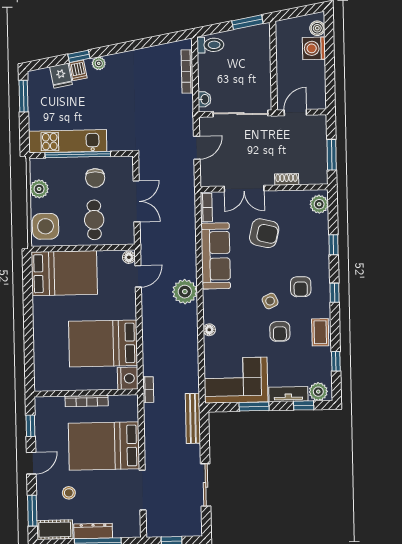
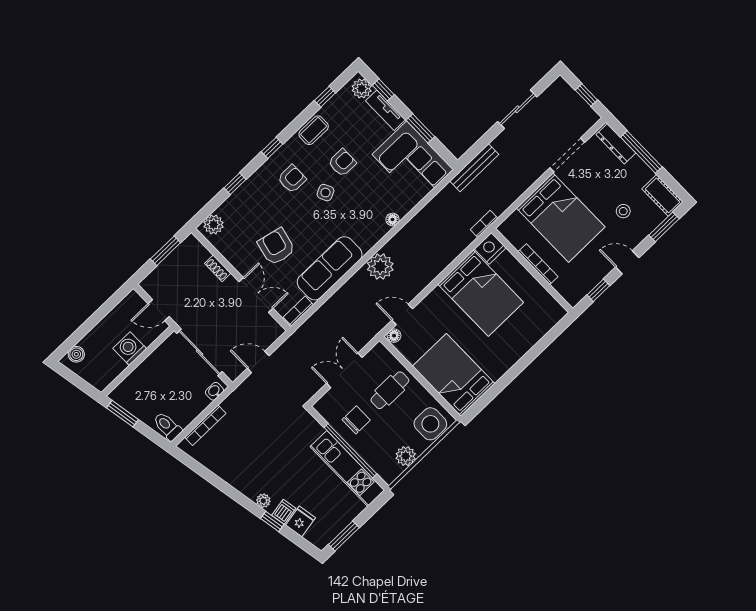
washing machine: (314, 48) -> (130, 349), moved, turned 180
dresser: (93, 531) -> (616, 144), moved

